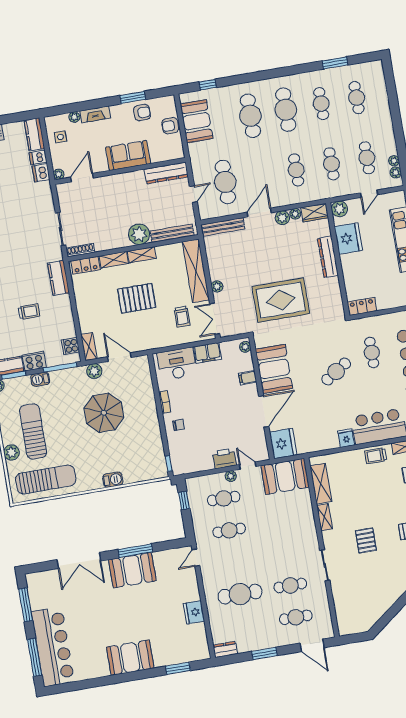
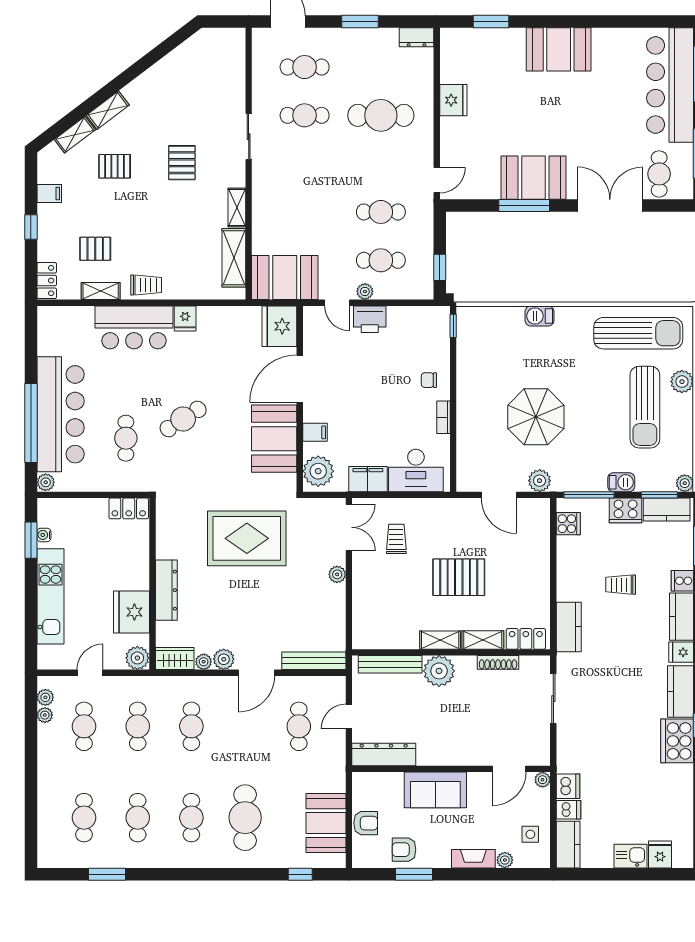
cafe table: (286, 110) -> (191, 818), width x0.73, depth x0.74
cafe table: (225, 182) -> (299, 726), width x0.73, depth x0.74
shoe rack: (80, 250) -> (498, 662), moved
shelving: (196, 271) -> (365, 603), removed
shelving: (89, 347) -> (541, 518), removed
plant: (245, 347) -> (318, 471), width x1.88, depth x1.88
sun lounger: (46, 479) -> (638, 333), turned 180
cafe table: (50, 587) -> (659, 174), added

